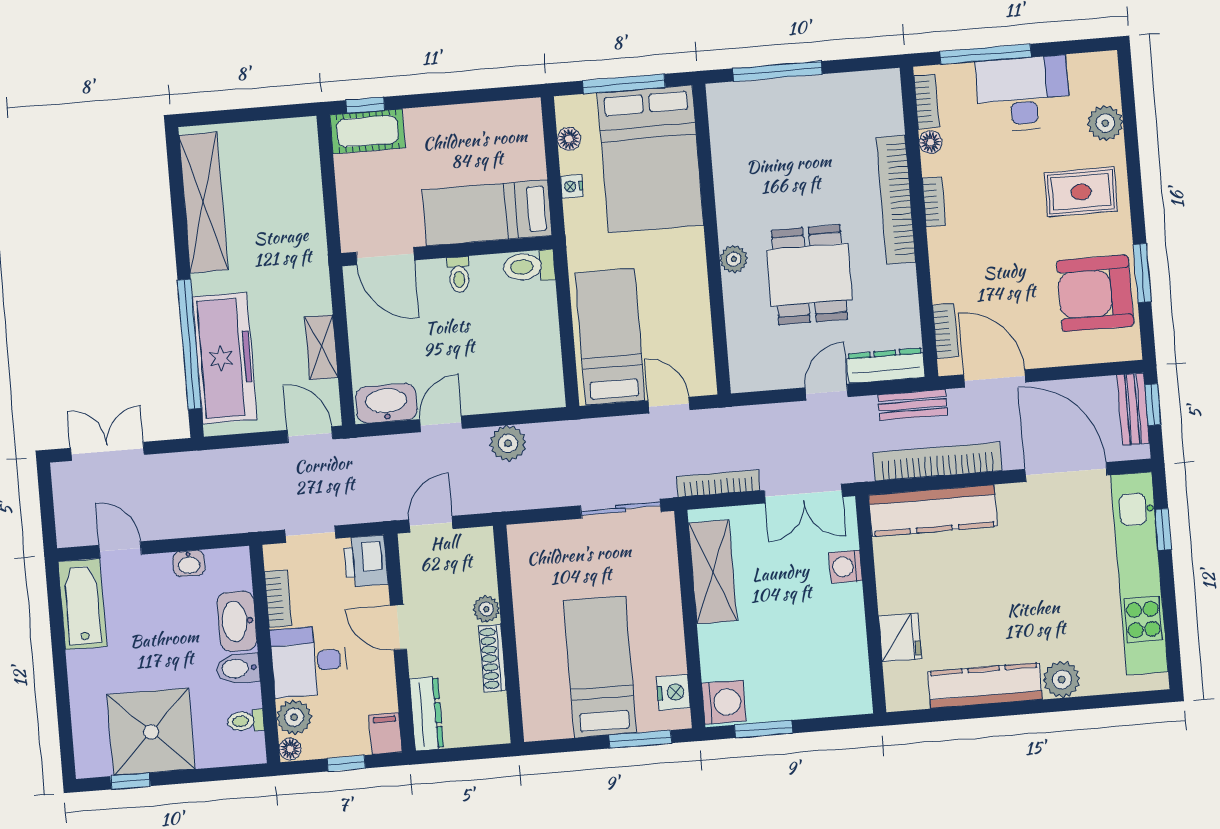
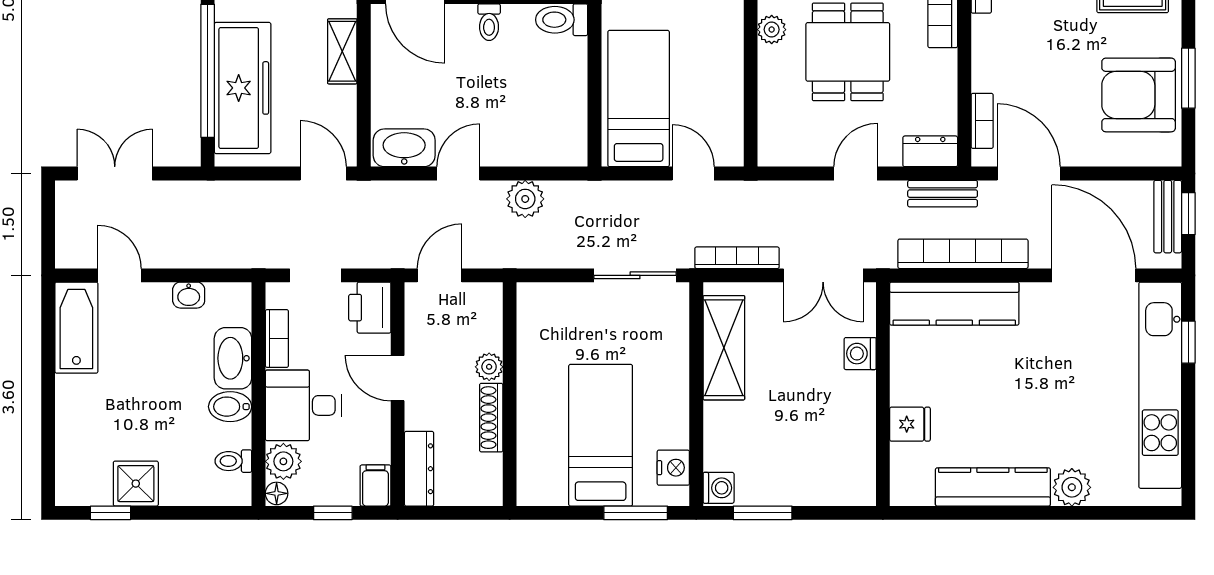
shelving: (321, 347) -> (342, 51), moved
dresser: (886, 366) -> (930, 151), width x0.70
fridge: (900, 638) -> (910, 424), width x0.72
washing machine: (724, 702) -> (719, 488), width x0.73, depth x0.73
shower: (151, 732) -> (136, 484), width x0.54, depth x0.54

